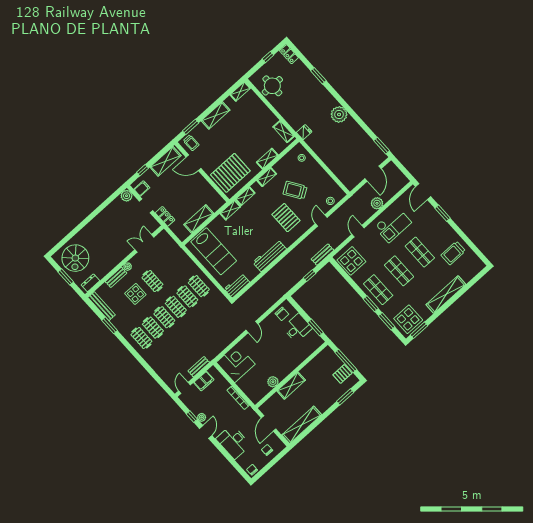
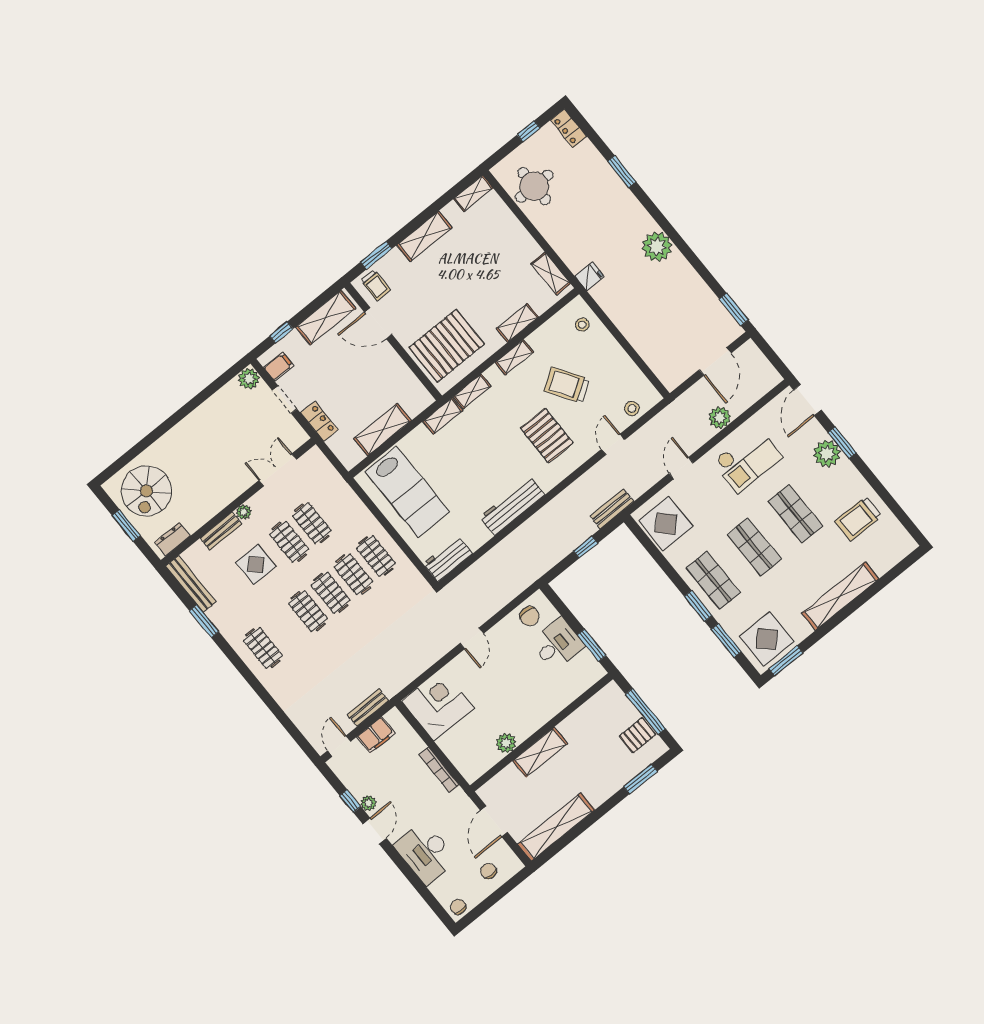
plant: (435, 219) -> (827, 454), added
clothes rail: (153, 328) -> (312, 523), moved

